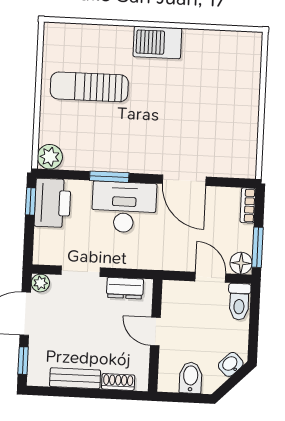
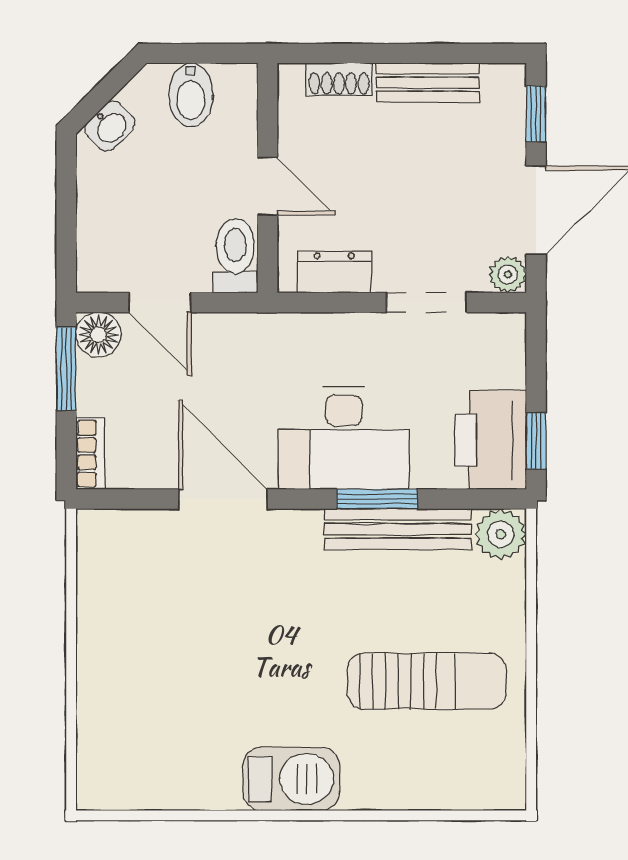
bench: (100, 162) -> (398, 529), added
toilet: (239, 302) -> (235, 256), moved

